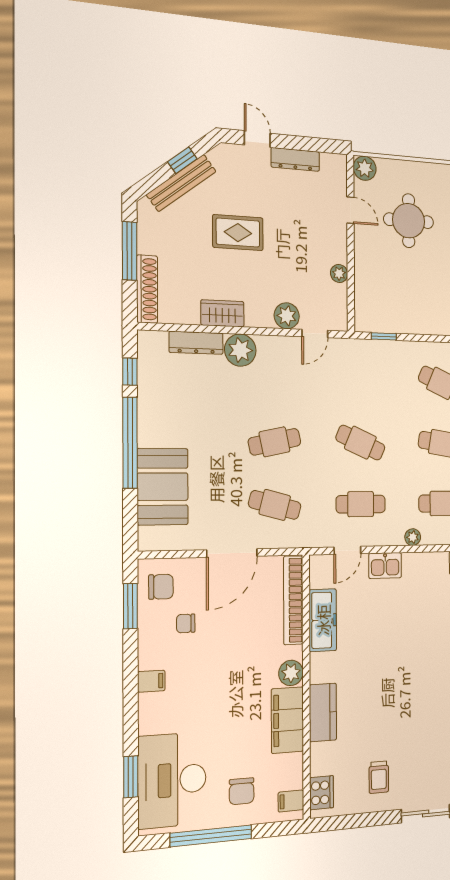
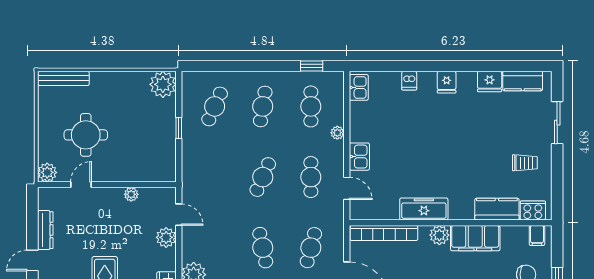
window: (384, 336) -> (179, 128), moved
freezer: (323, 620) -> (424, 209), moved
kitchen counter: (323, 712) -> (497, 209), moved

